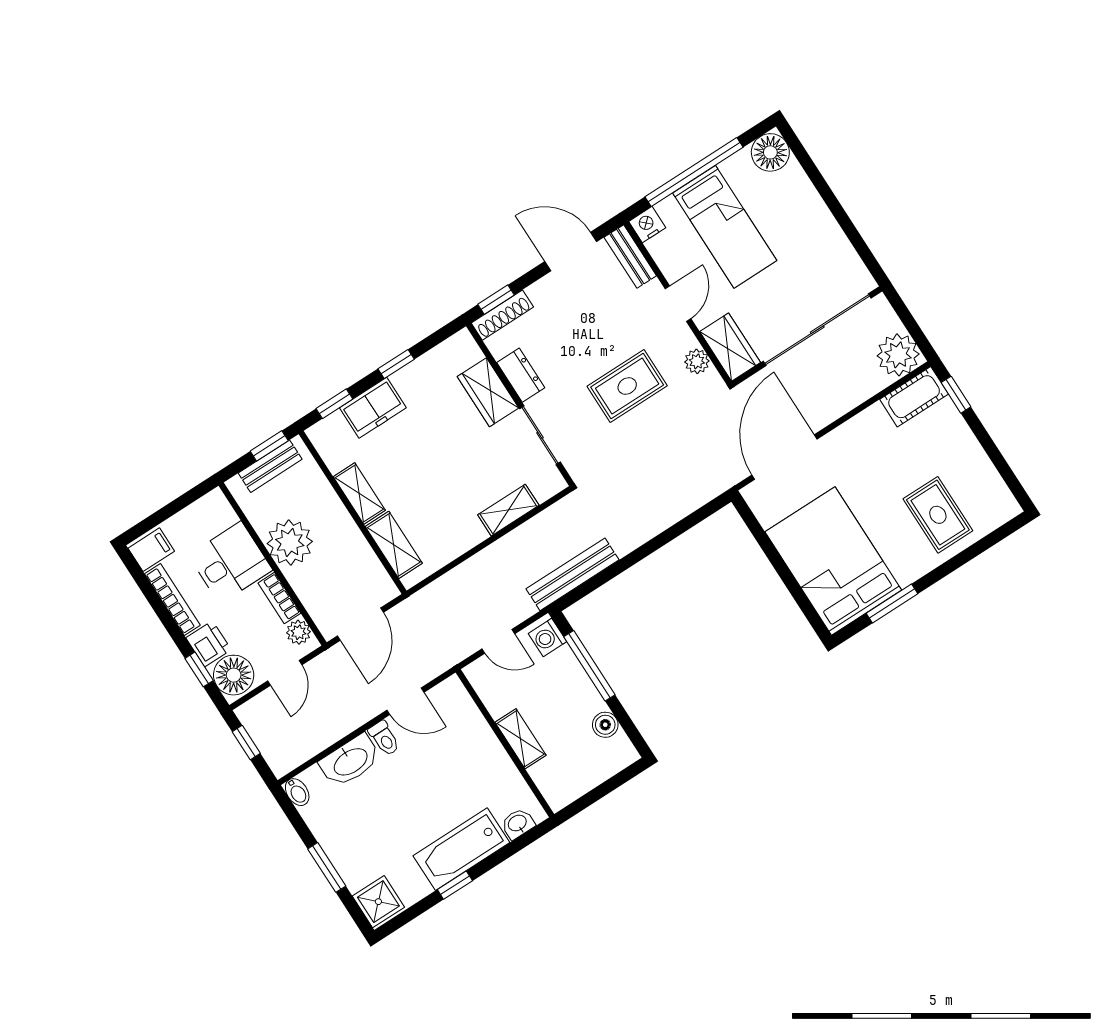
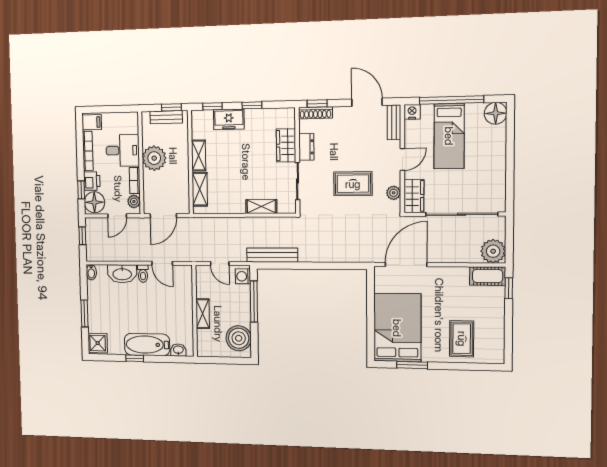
boiler: (605, 725) -> (239, 338), width x1.86, depth x1.86

